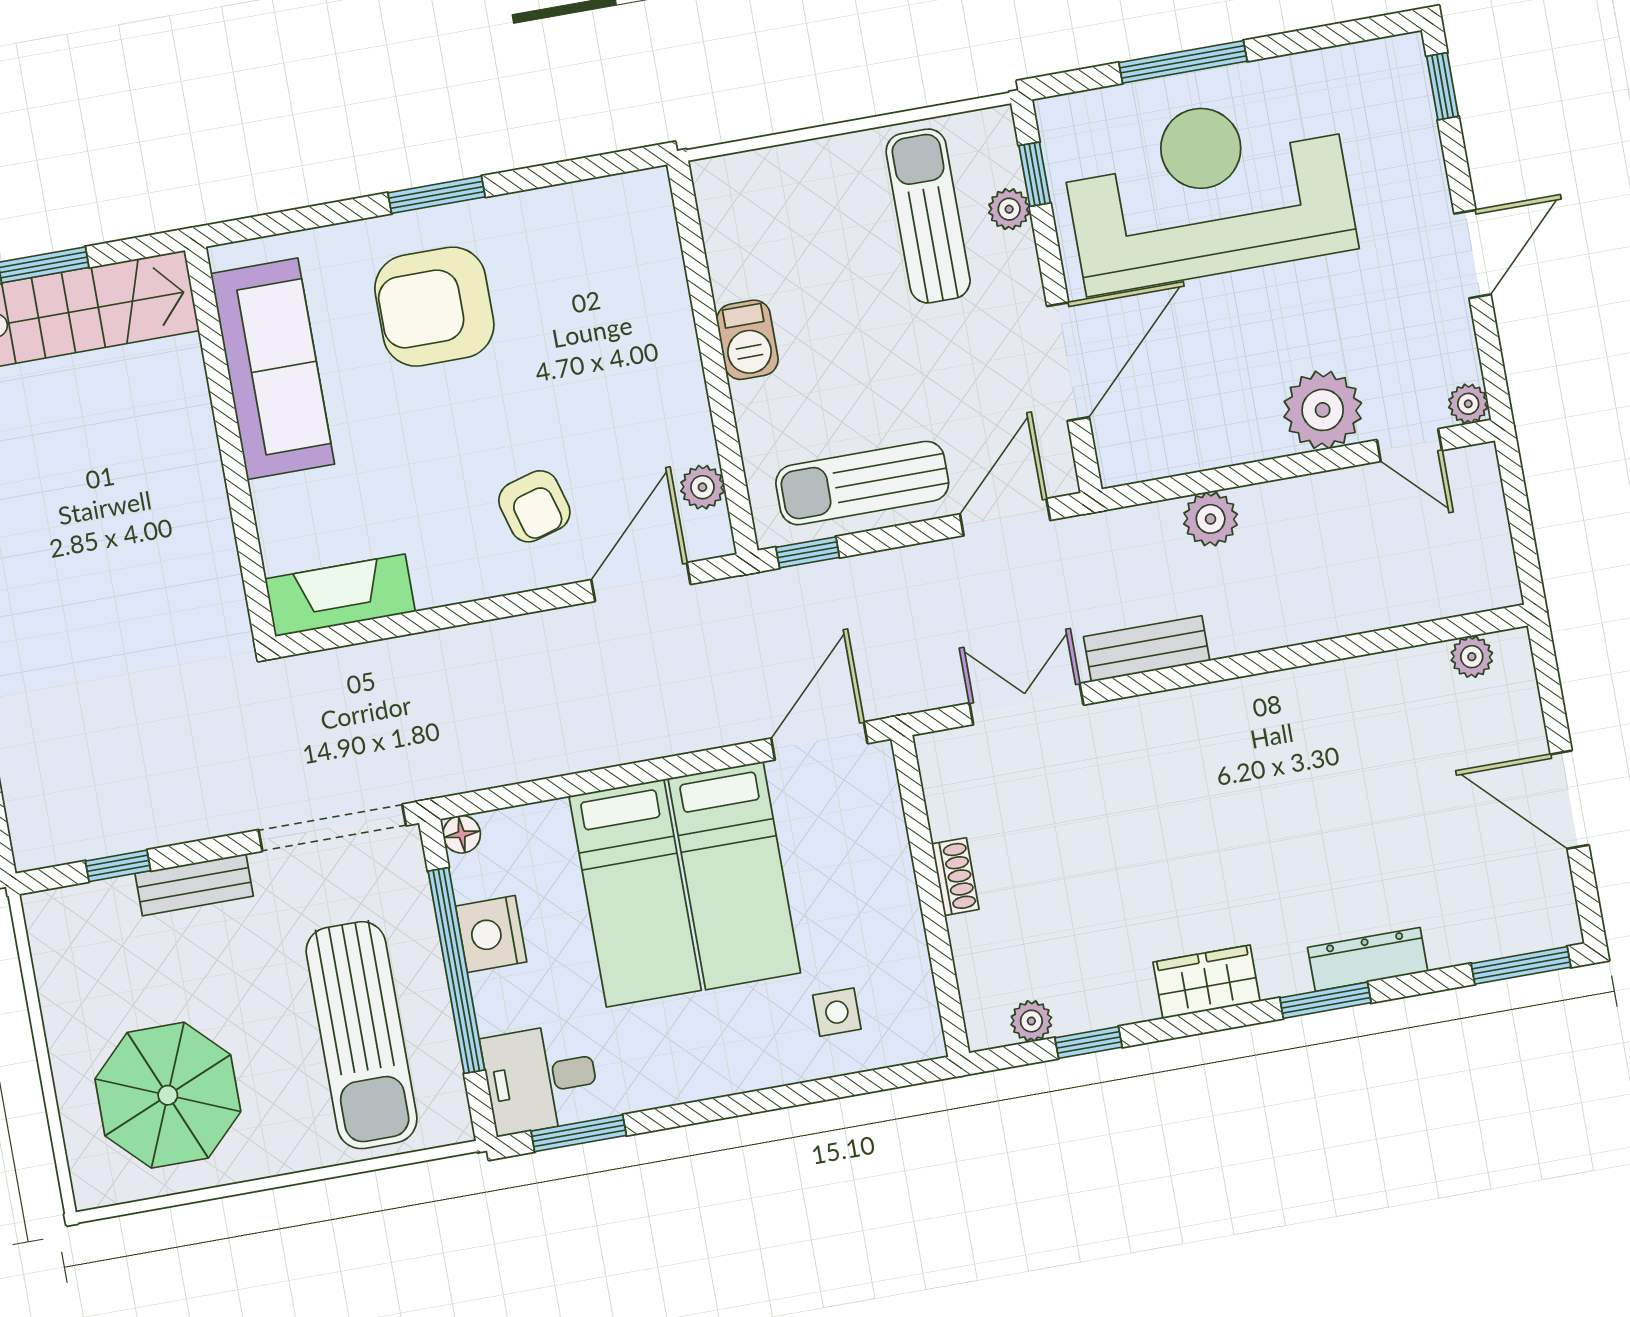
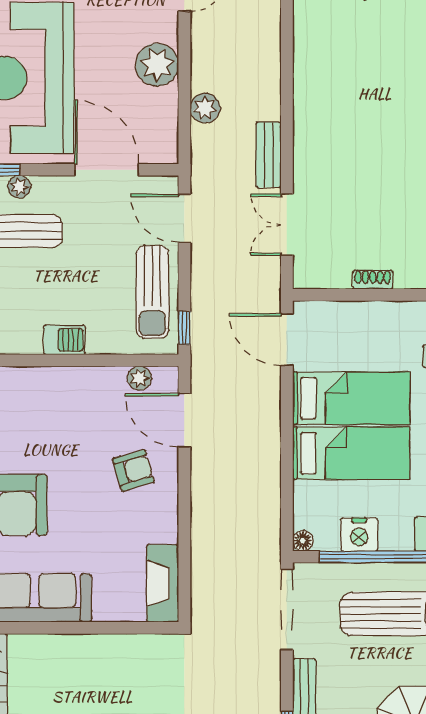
plant: (1323, 410) -> (157, 65), moved

